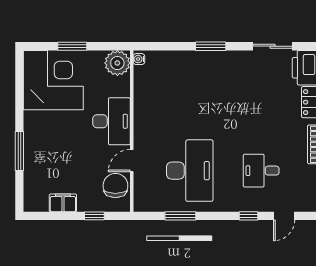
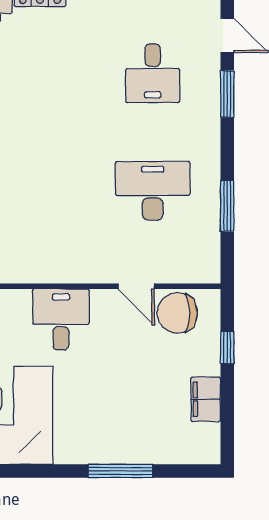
desk: (111, 121) -> (61, 319), width x0.73
desk: (190, 171) -> (153, 191), width x0.73, depth x0.77
window: (249, 216) -> (227, 94), width x1.50

